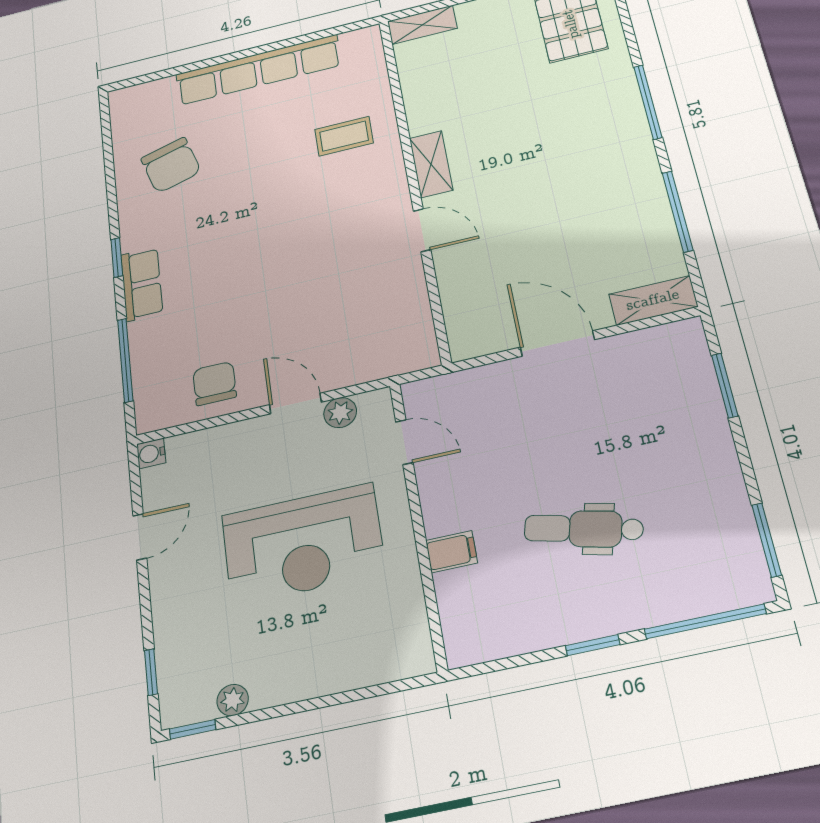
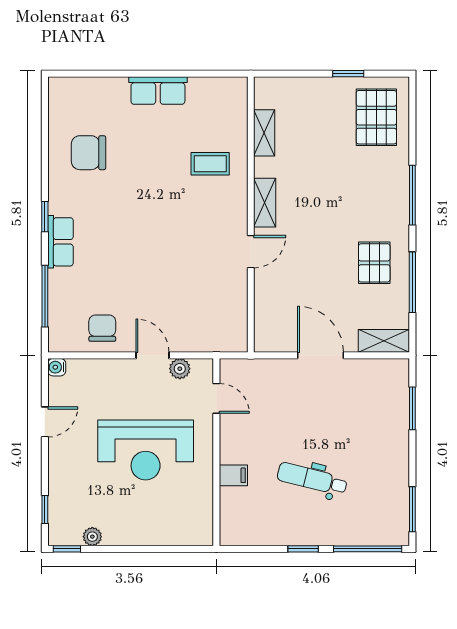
shelving: (422, 25) -> (264, 133), moved, turned 90
row of seats: (258, 70) -> (158, 91), width x0.50
chair: (171, 165) -> (89, 153), turned 106
pallet: (612, 200) -> (374, 263), added
door: (422, 230) -> (251, 252), hinge flipped

